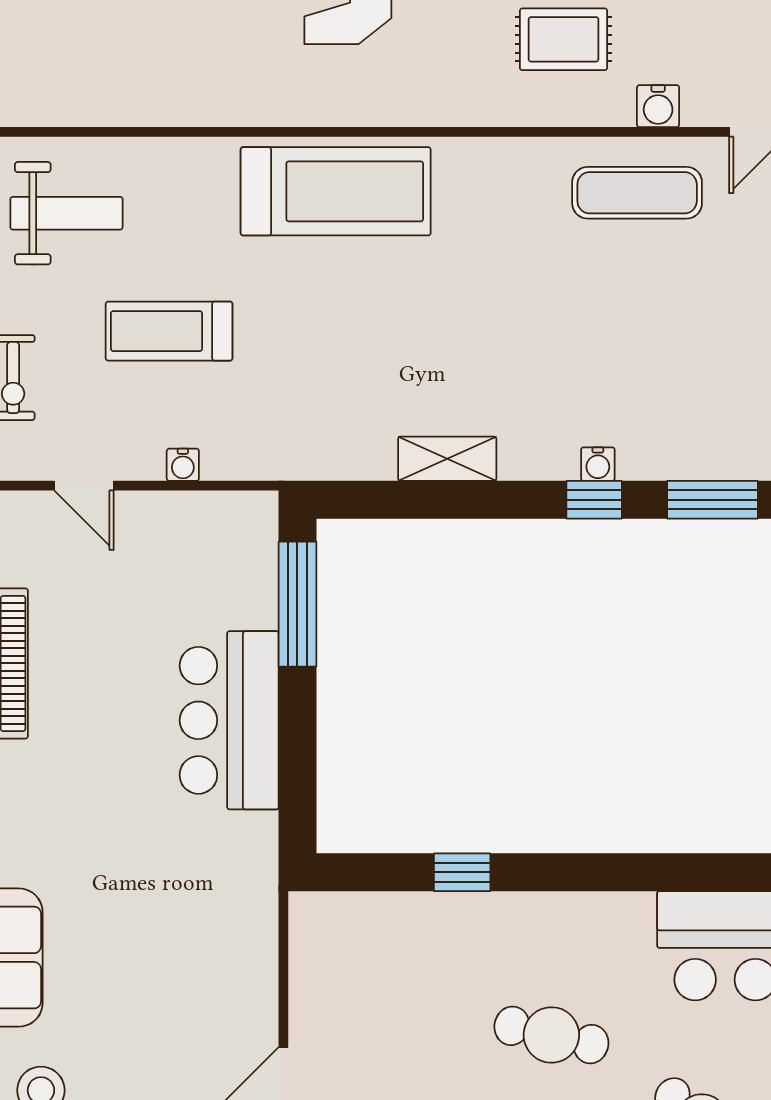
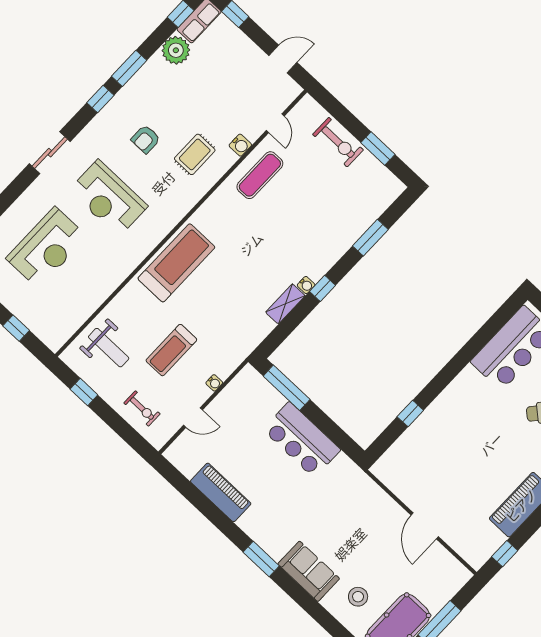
weight bench: (66, 213) -> (109, 348), turned 90
water cooler: (598, 464) -> (306, 285), moved
window: (594, 500) -> (323, 288), moved
cafe table: (551, 1035) -> (482, 432), removed

